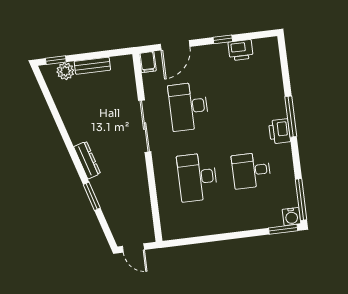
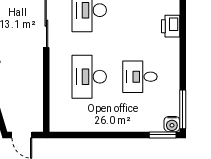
window: (291, 117) -> (183, 31), removed
printer: (279, 131) -> (171, 26), moved

